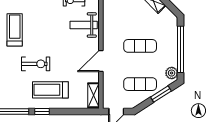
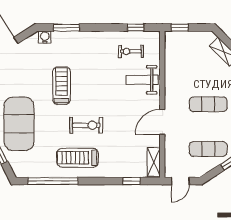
treadmill: (50, 90) -> (77, 158), moved
window: (42, 112) -> (132, 181), moved

